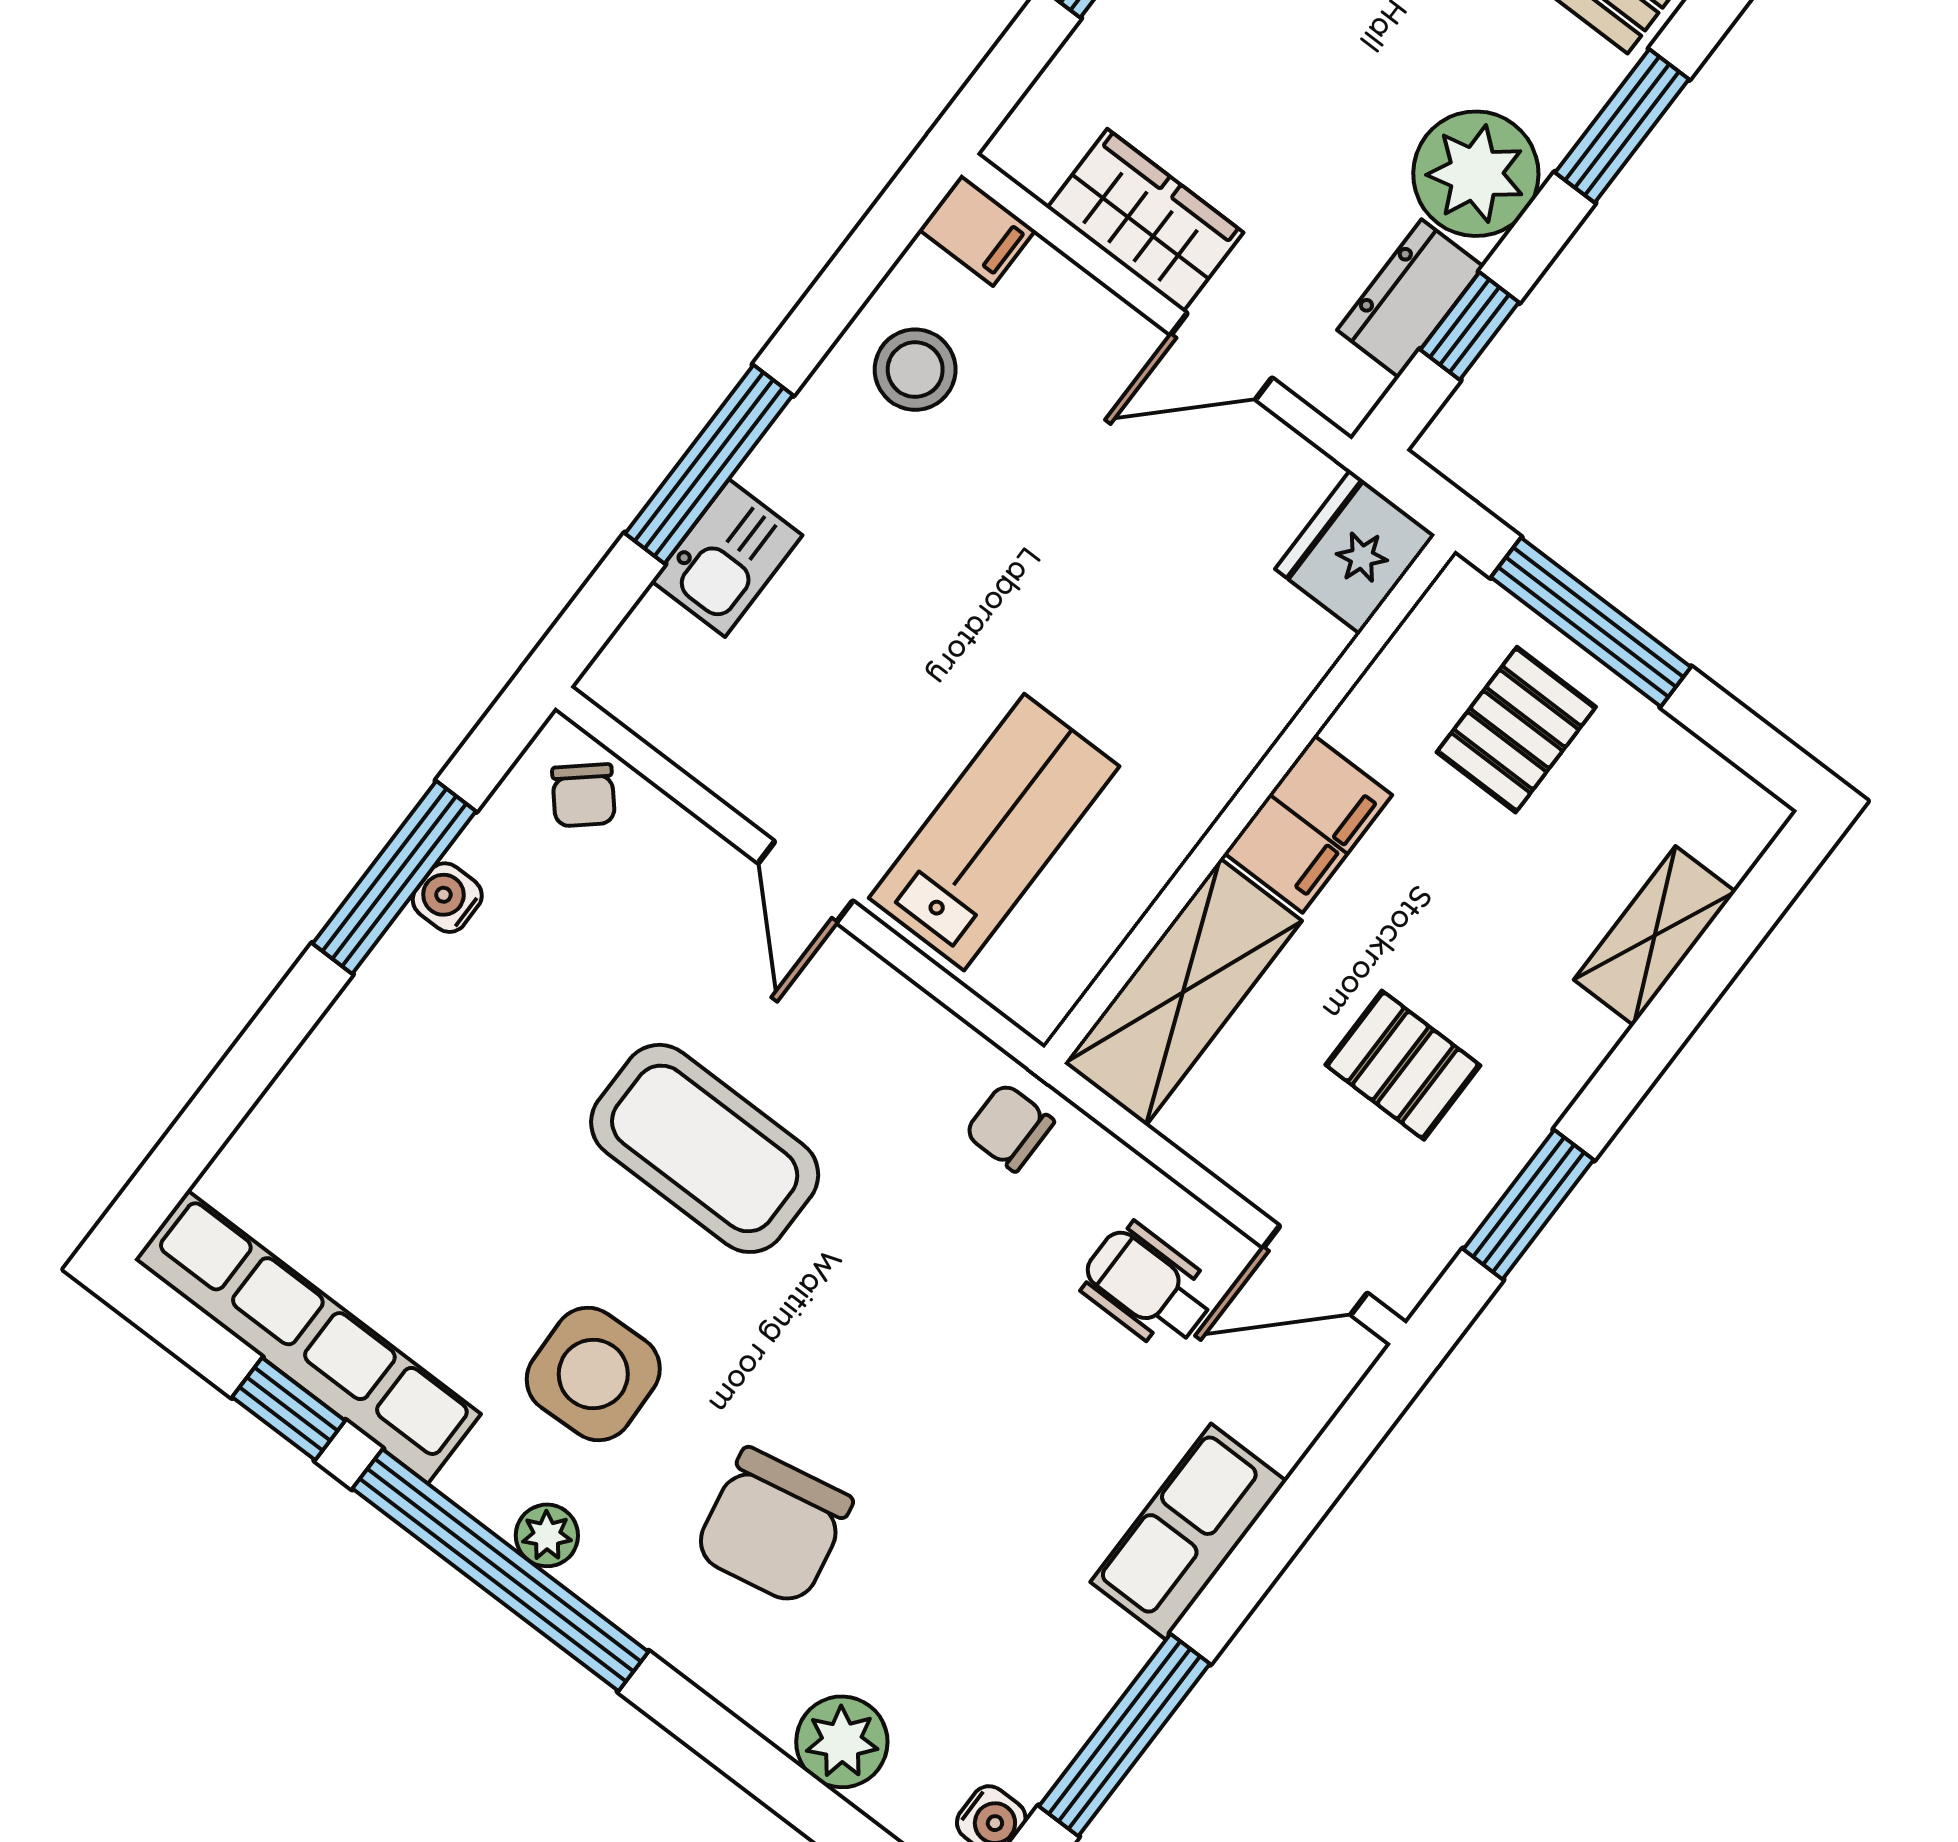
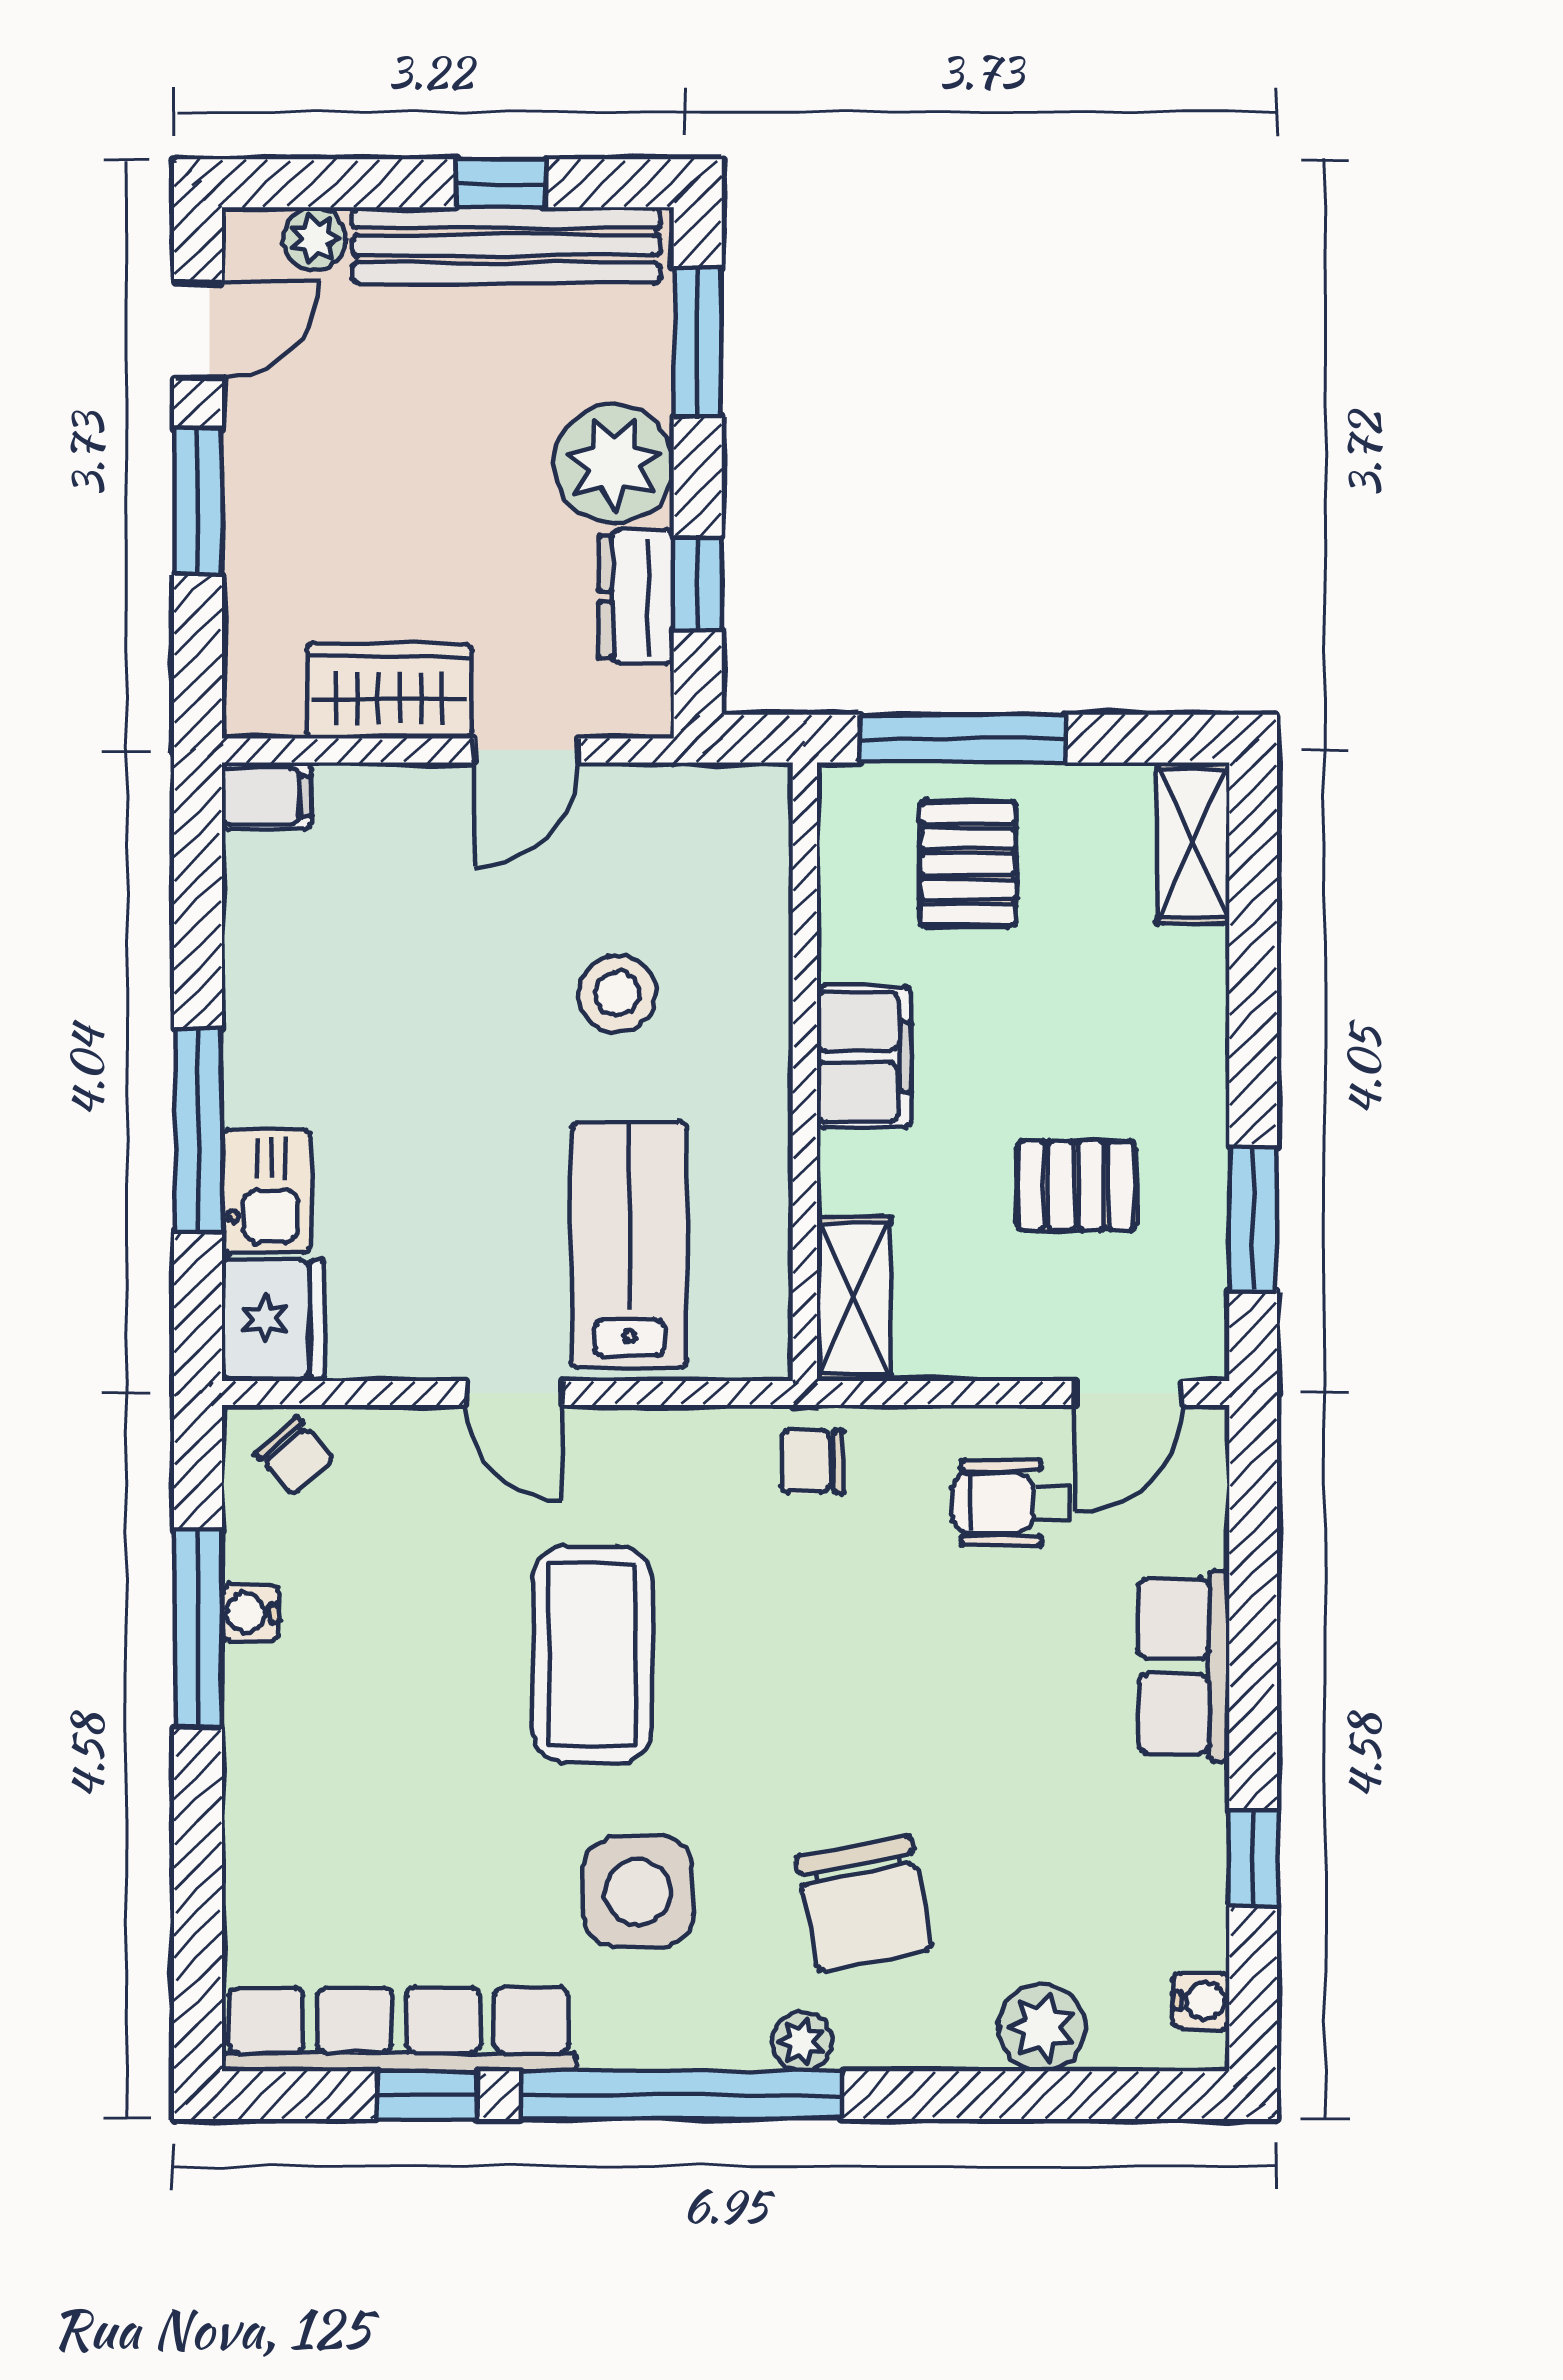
stool: (915, 370) -> (617, 994), moved
fridge: (1355, 552) -> (273, 1319), moved, turned 180
shelving: (1655, 936) -> (1193, 843), moved
shelving: (1183, 992) -> (854, 1299), width x0.67, depth x0.75
coffee table: (705, 1148) -> (592, 1655), turned 90
plant: (547, 1535) -> (802, 2042), moved
window: (1124, 1735) -> (1253, 1858), width x0.46

